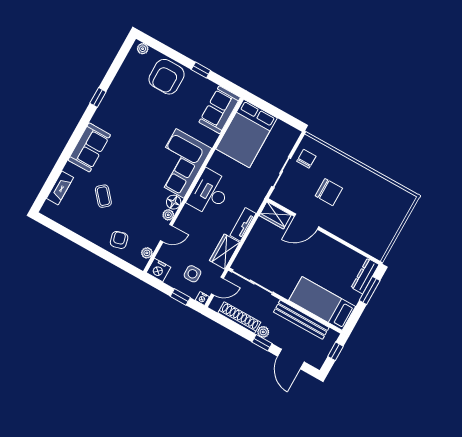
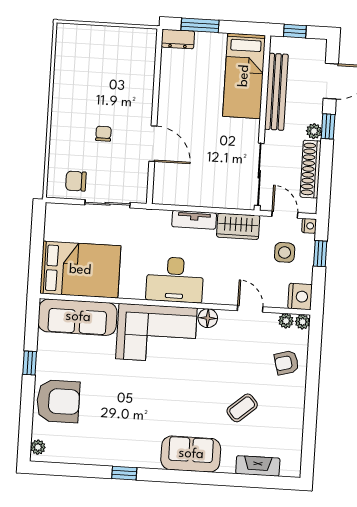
sofa: (220, 110) -> (78, 317), width x1.36
chair: (329, 192) -> (103, 134), width x0.54, depth x0.54
plant: (168, 215) -> (303, 322), moved
wardrobe: (275, 215) -> (164, 186), removed
dresser: (365, 276) -> (178, 39), width x0.70

